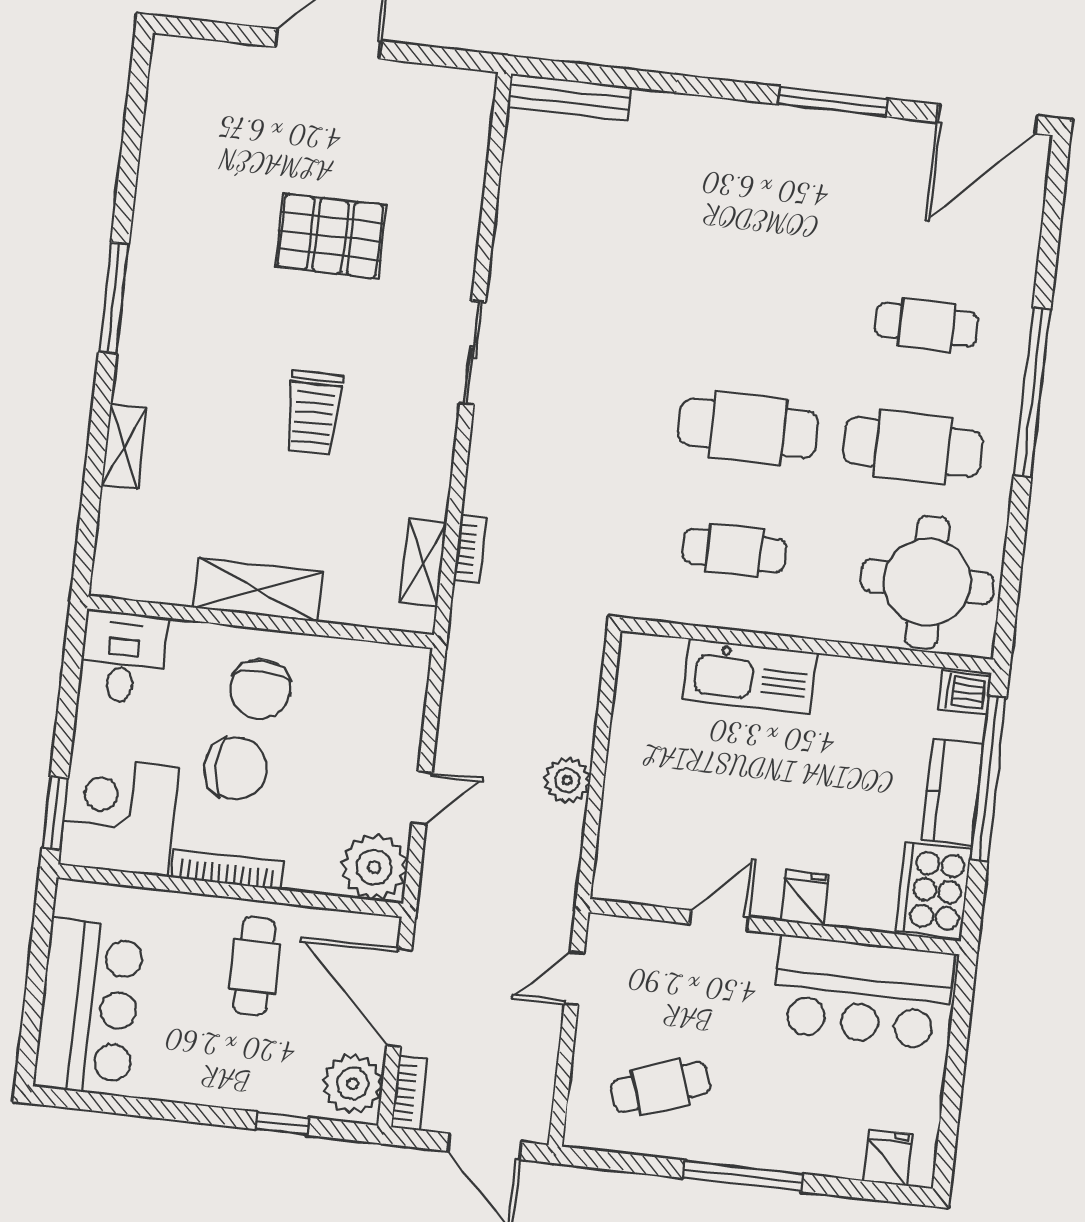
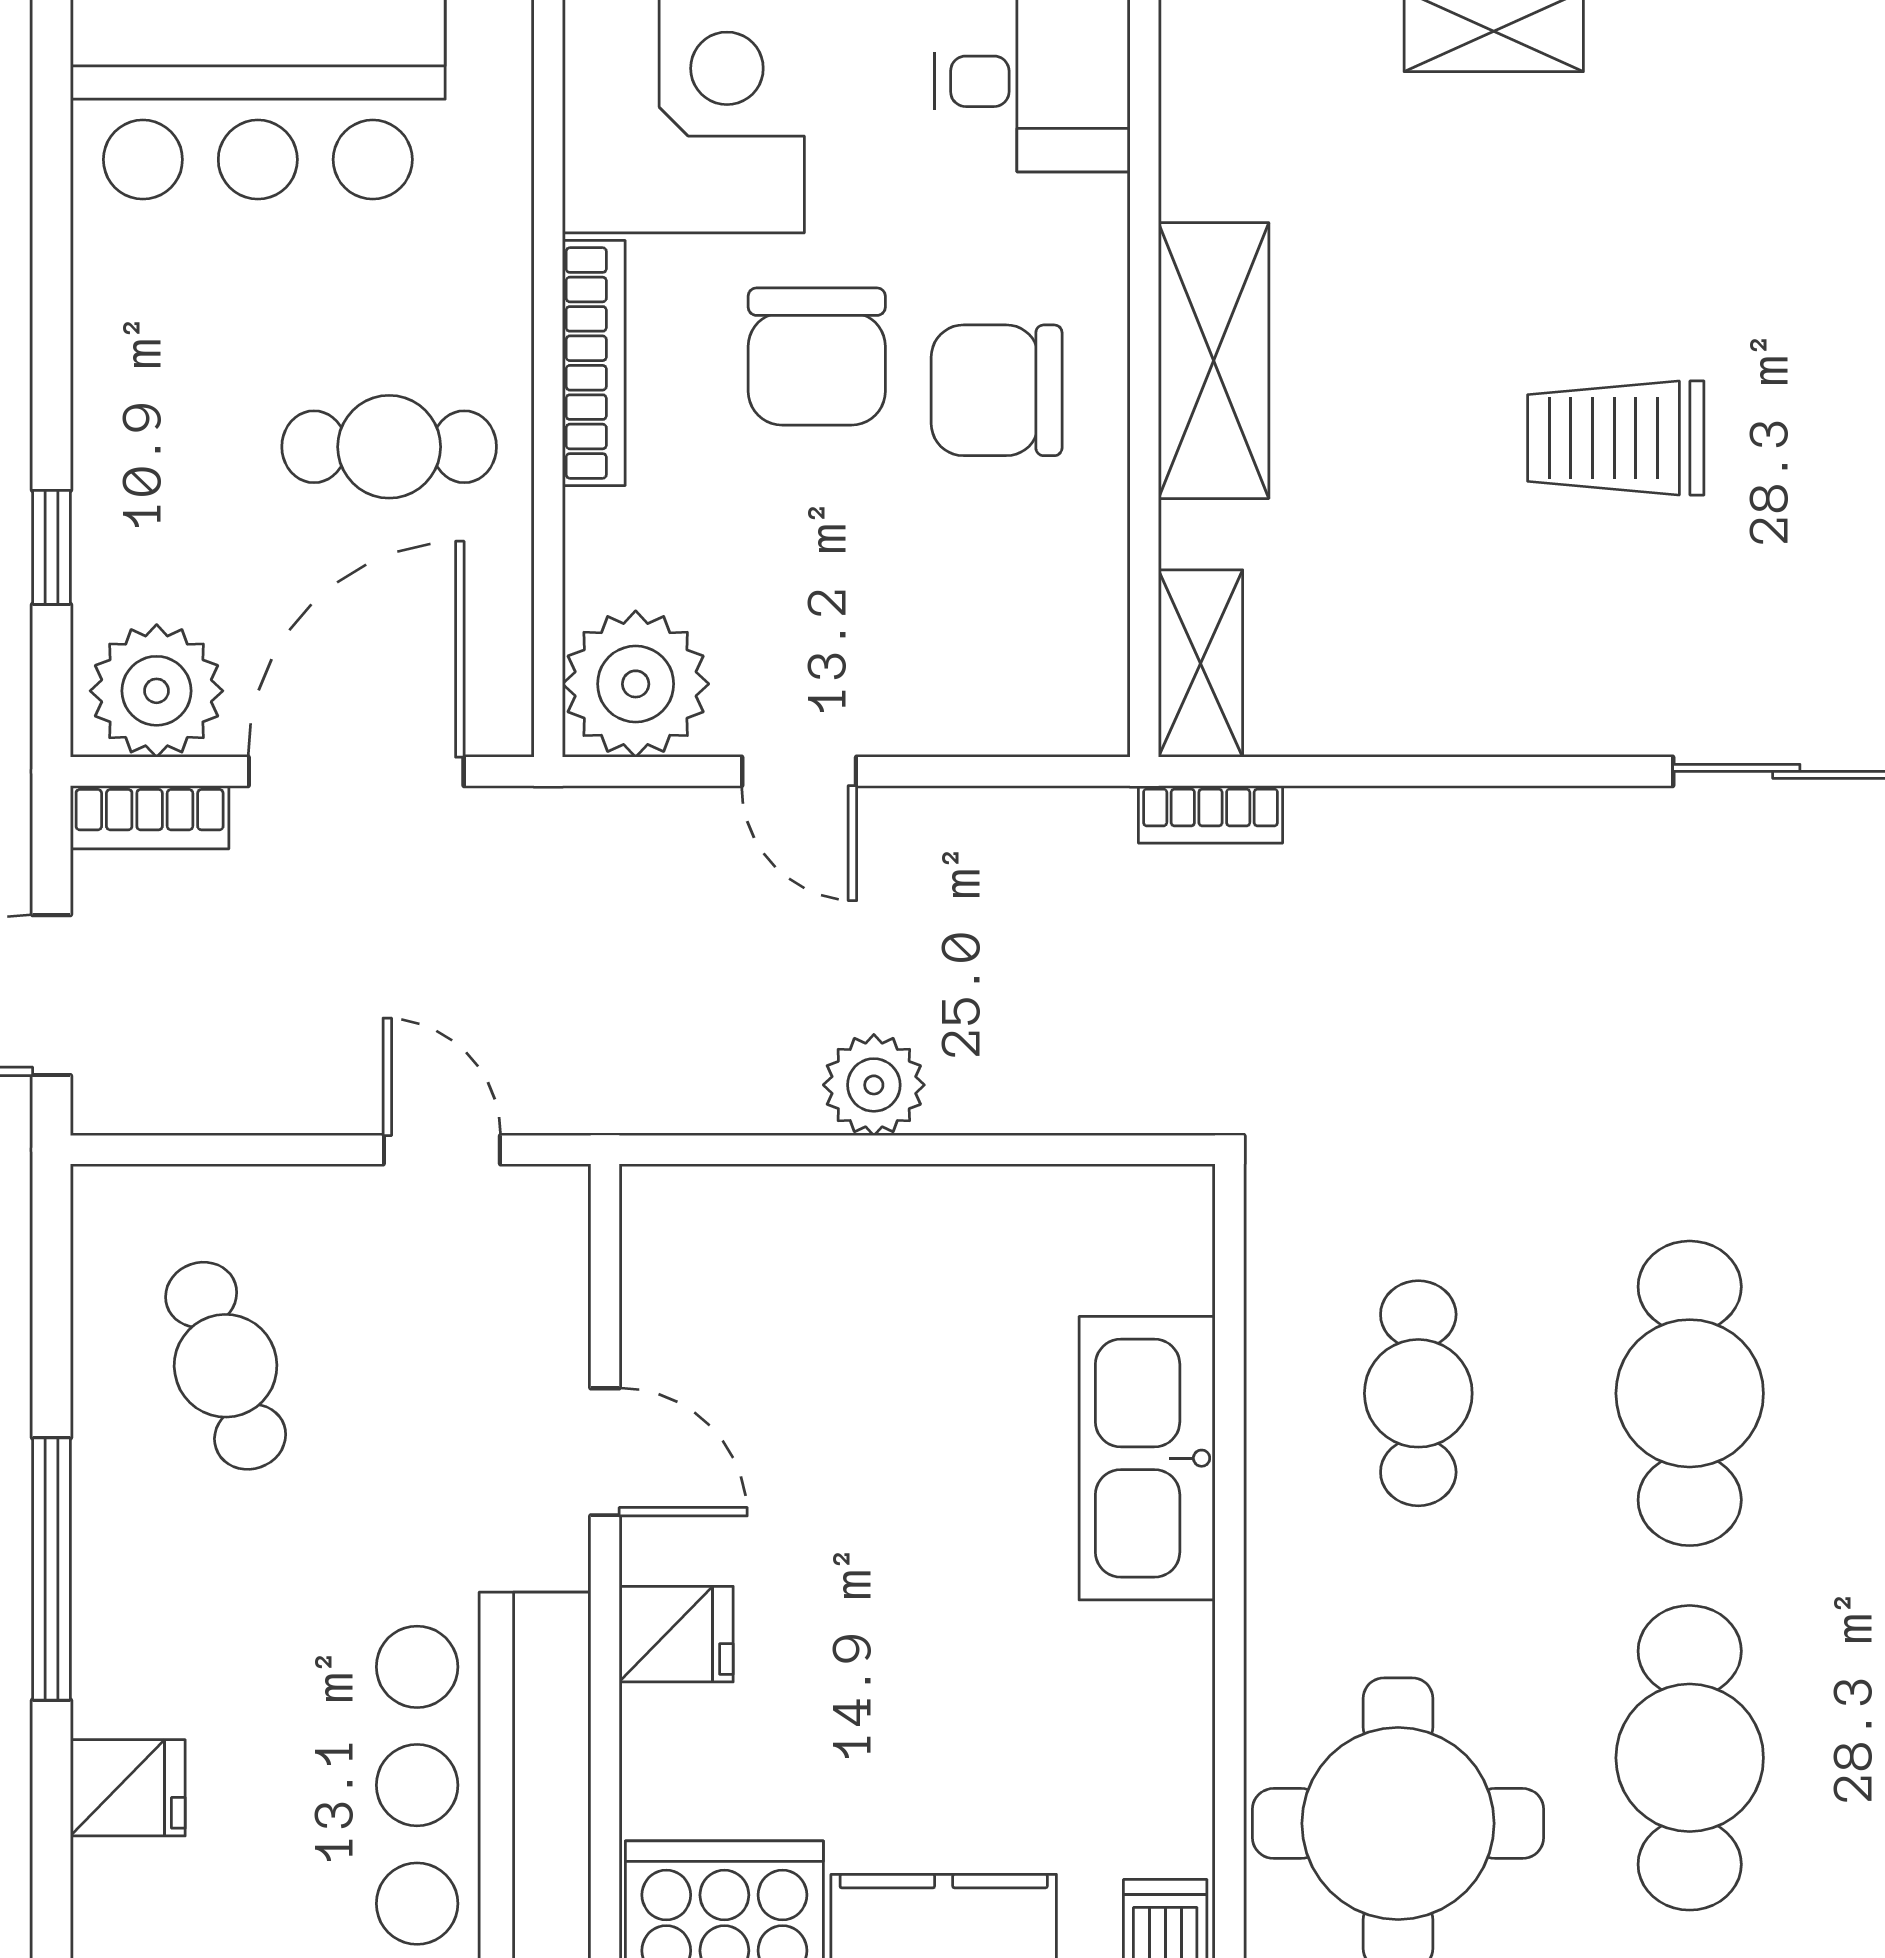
bookcase: (470, 549) -> (1210, 814), moved
shelving: (423, 563) -> (1201, 664), moved, turned 90
fridge: (888, 1158) -> (128, 1788), moved

